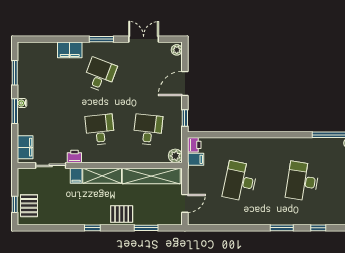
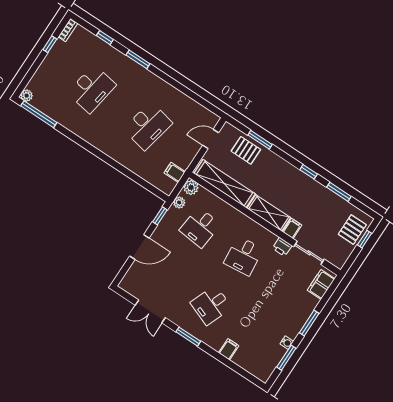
filing cabinet: (70, 50) -> (229, 349), width x0.50
plant: (177, 50) -> (179, 203), moved
water cooler: (22, 103) -> (287, 343), moved
printer: (194, 145) -> (167, 186), removed
pallet: (122, 214) -> (246, 150), moved
window: (59, 228) -> (339, 192), added

